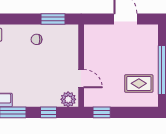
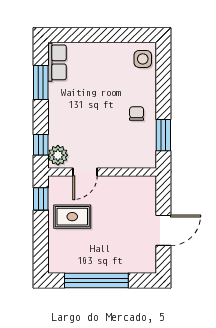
rug: (139, 83) -> (72, 217), moved, turned 90
window: (48, 112) -> (41, 145), moved

